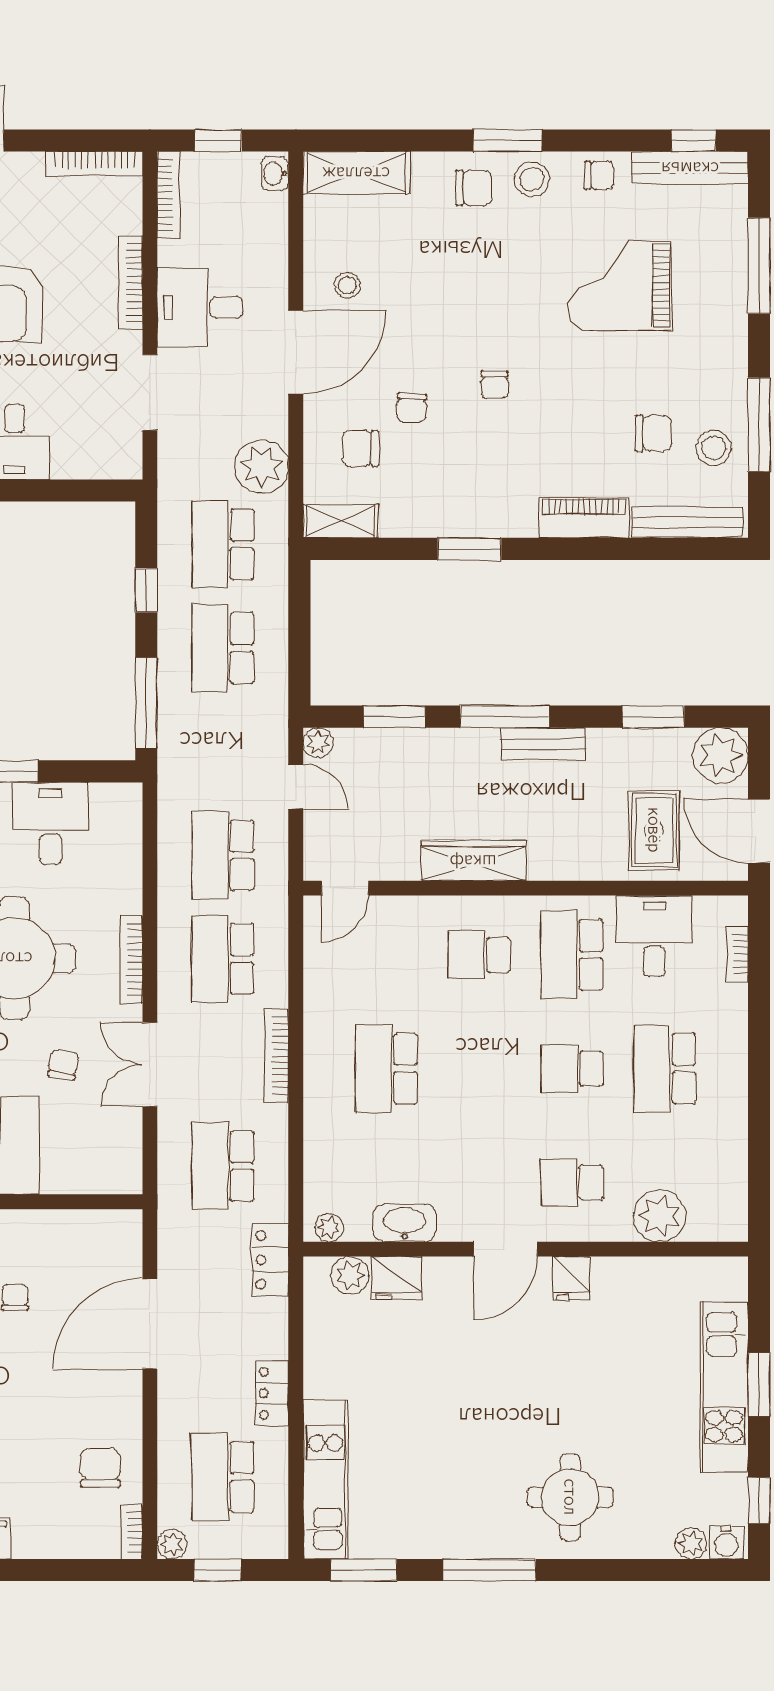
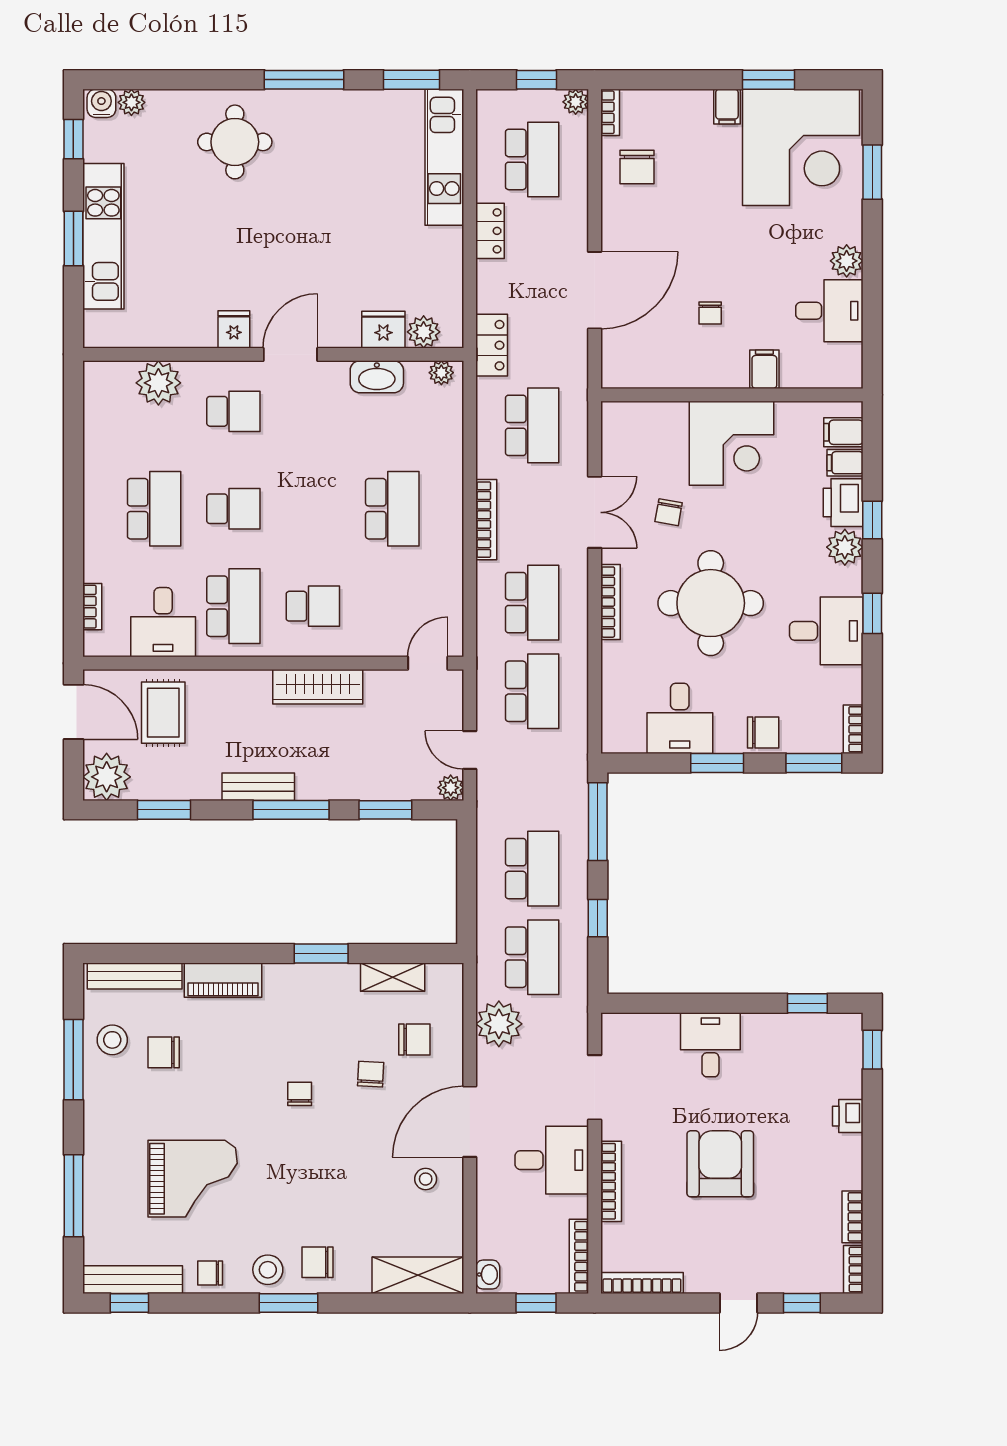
shelving: (340, 521) -> (393, 977), moved

